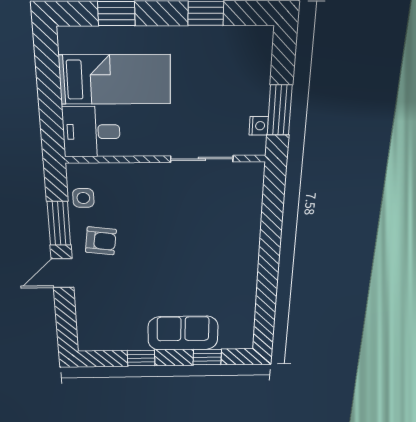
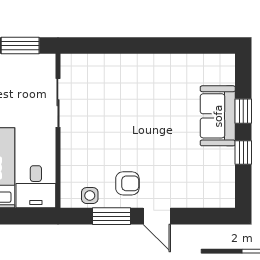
nightstand: (259, 126) -> (32, 61), removed
armchair: (101, 241) -> (127, 183), turned 83
window: (207, 357) -> (243, 111), moved

